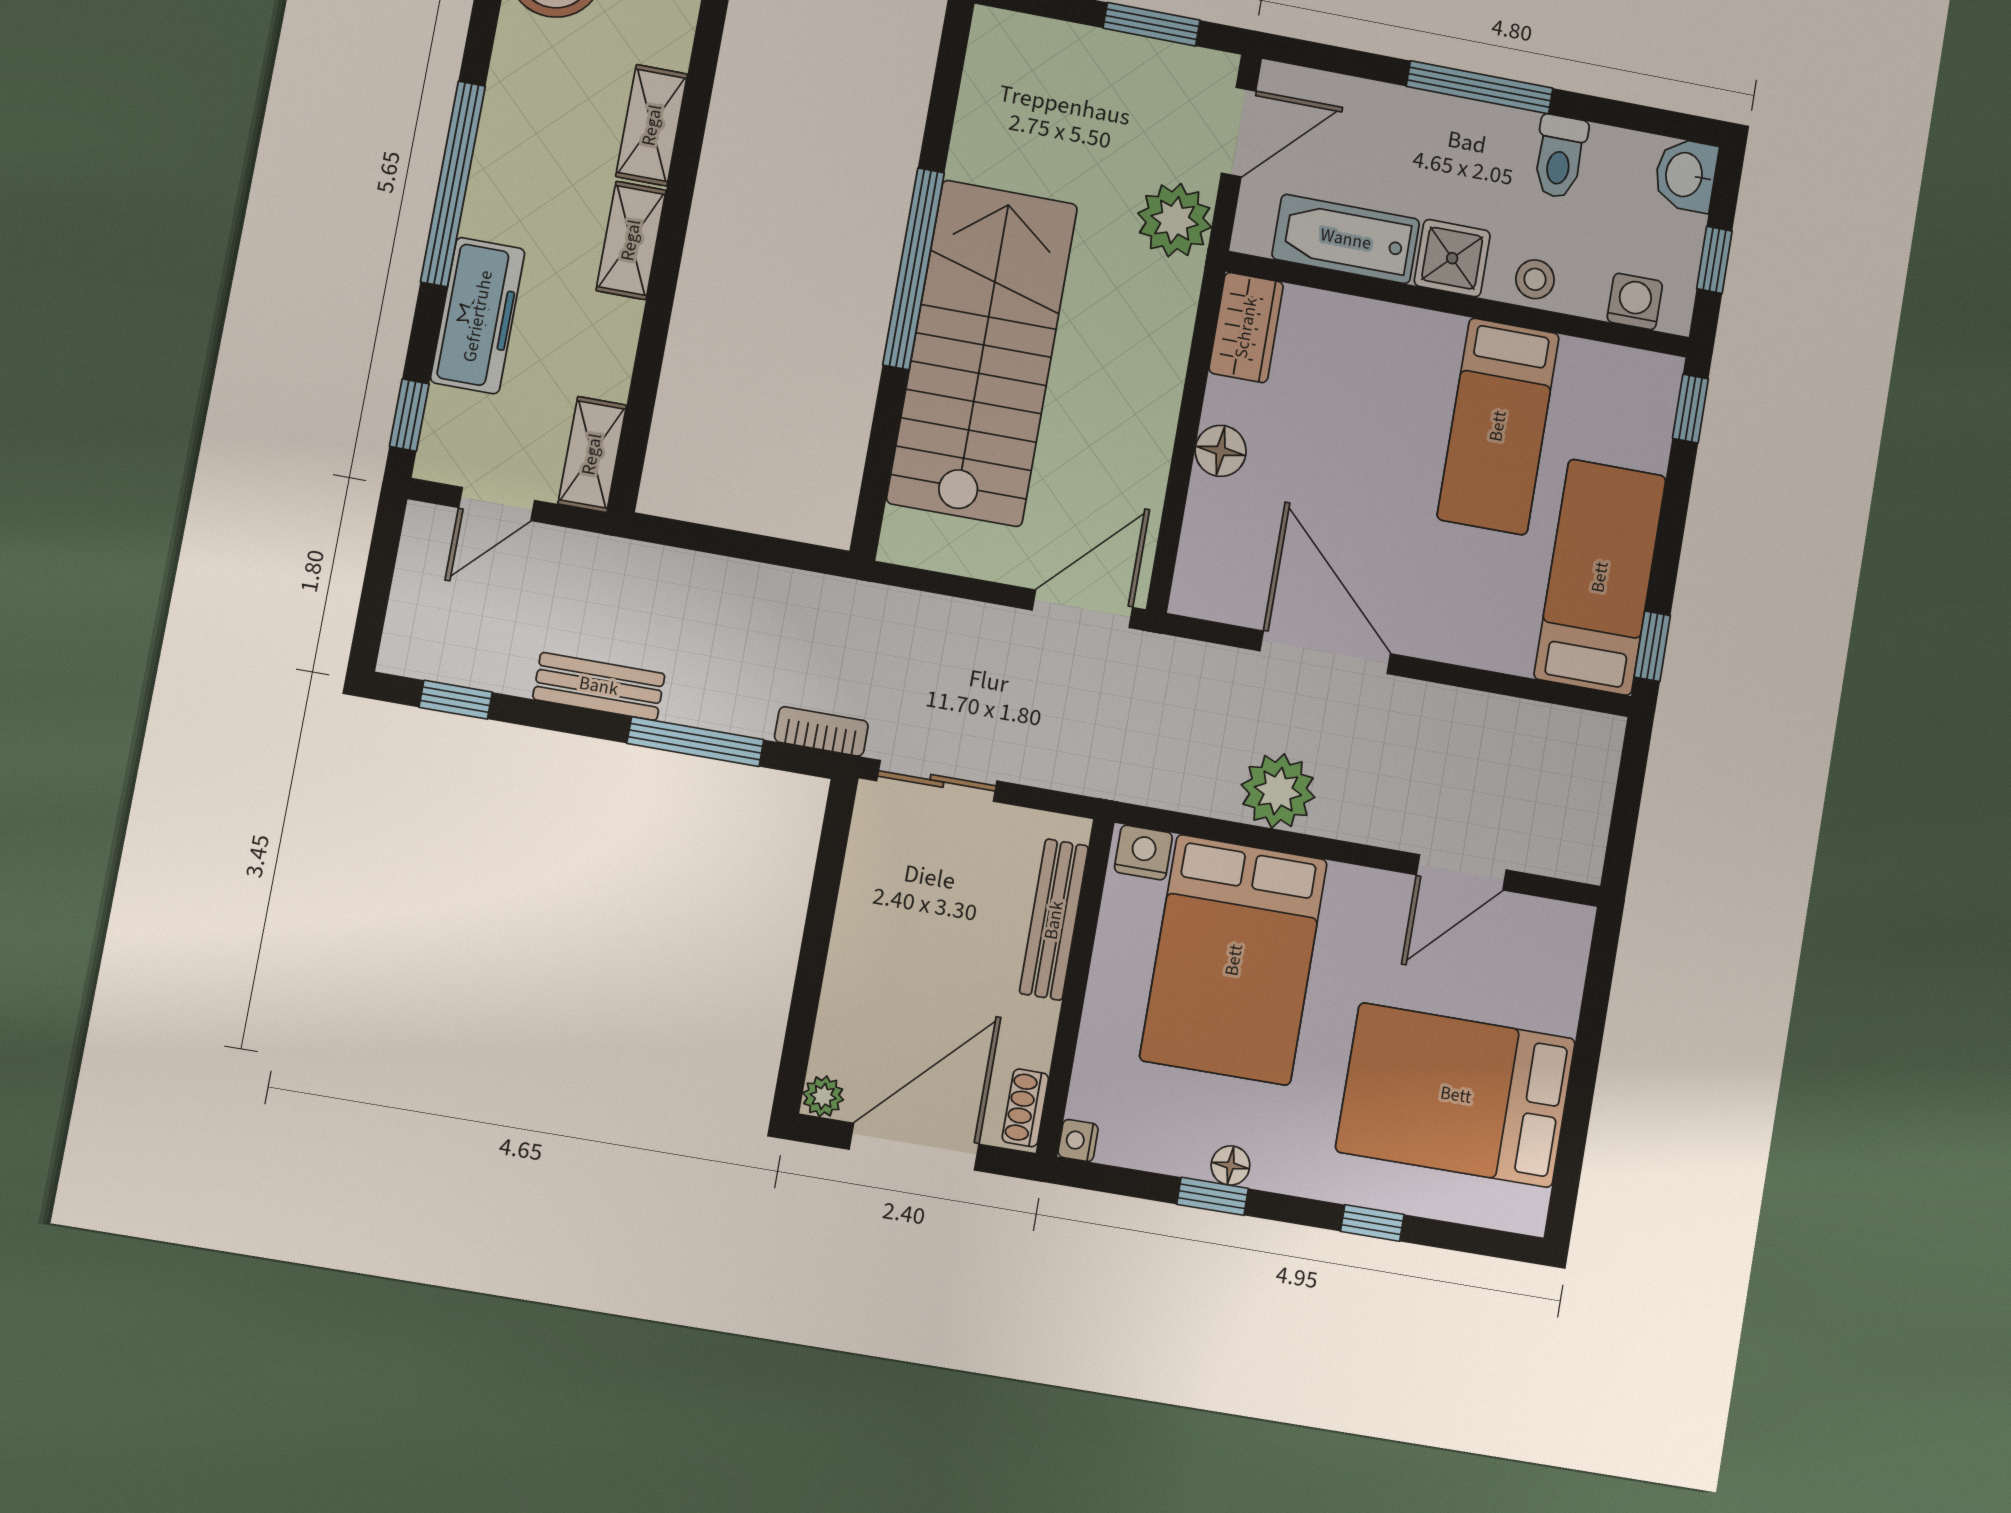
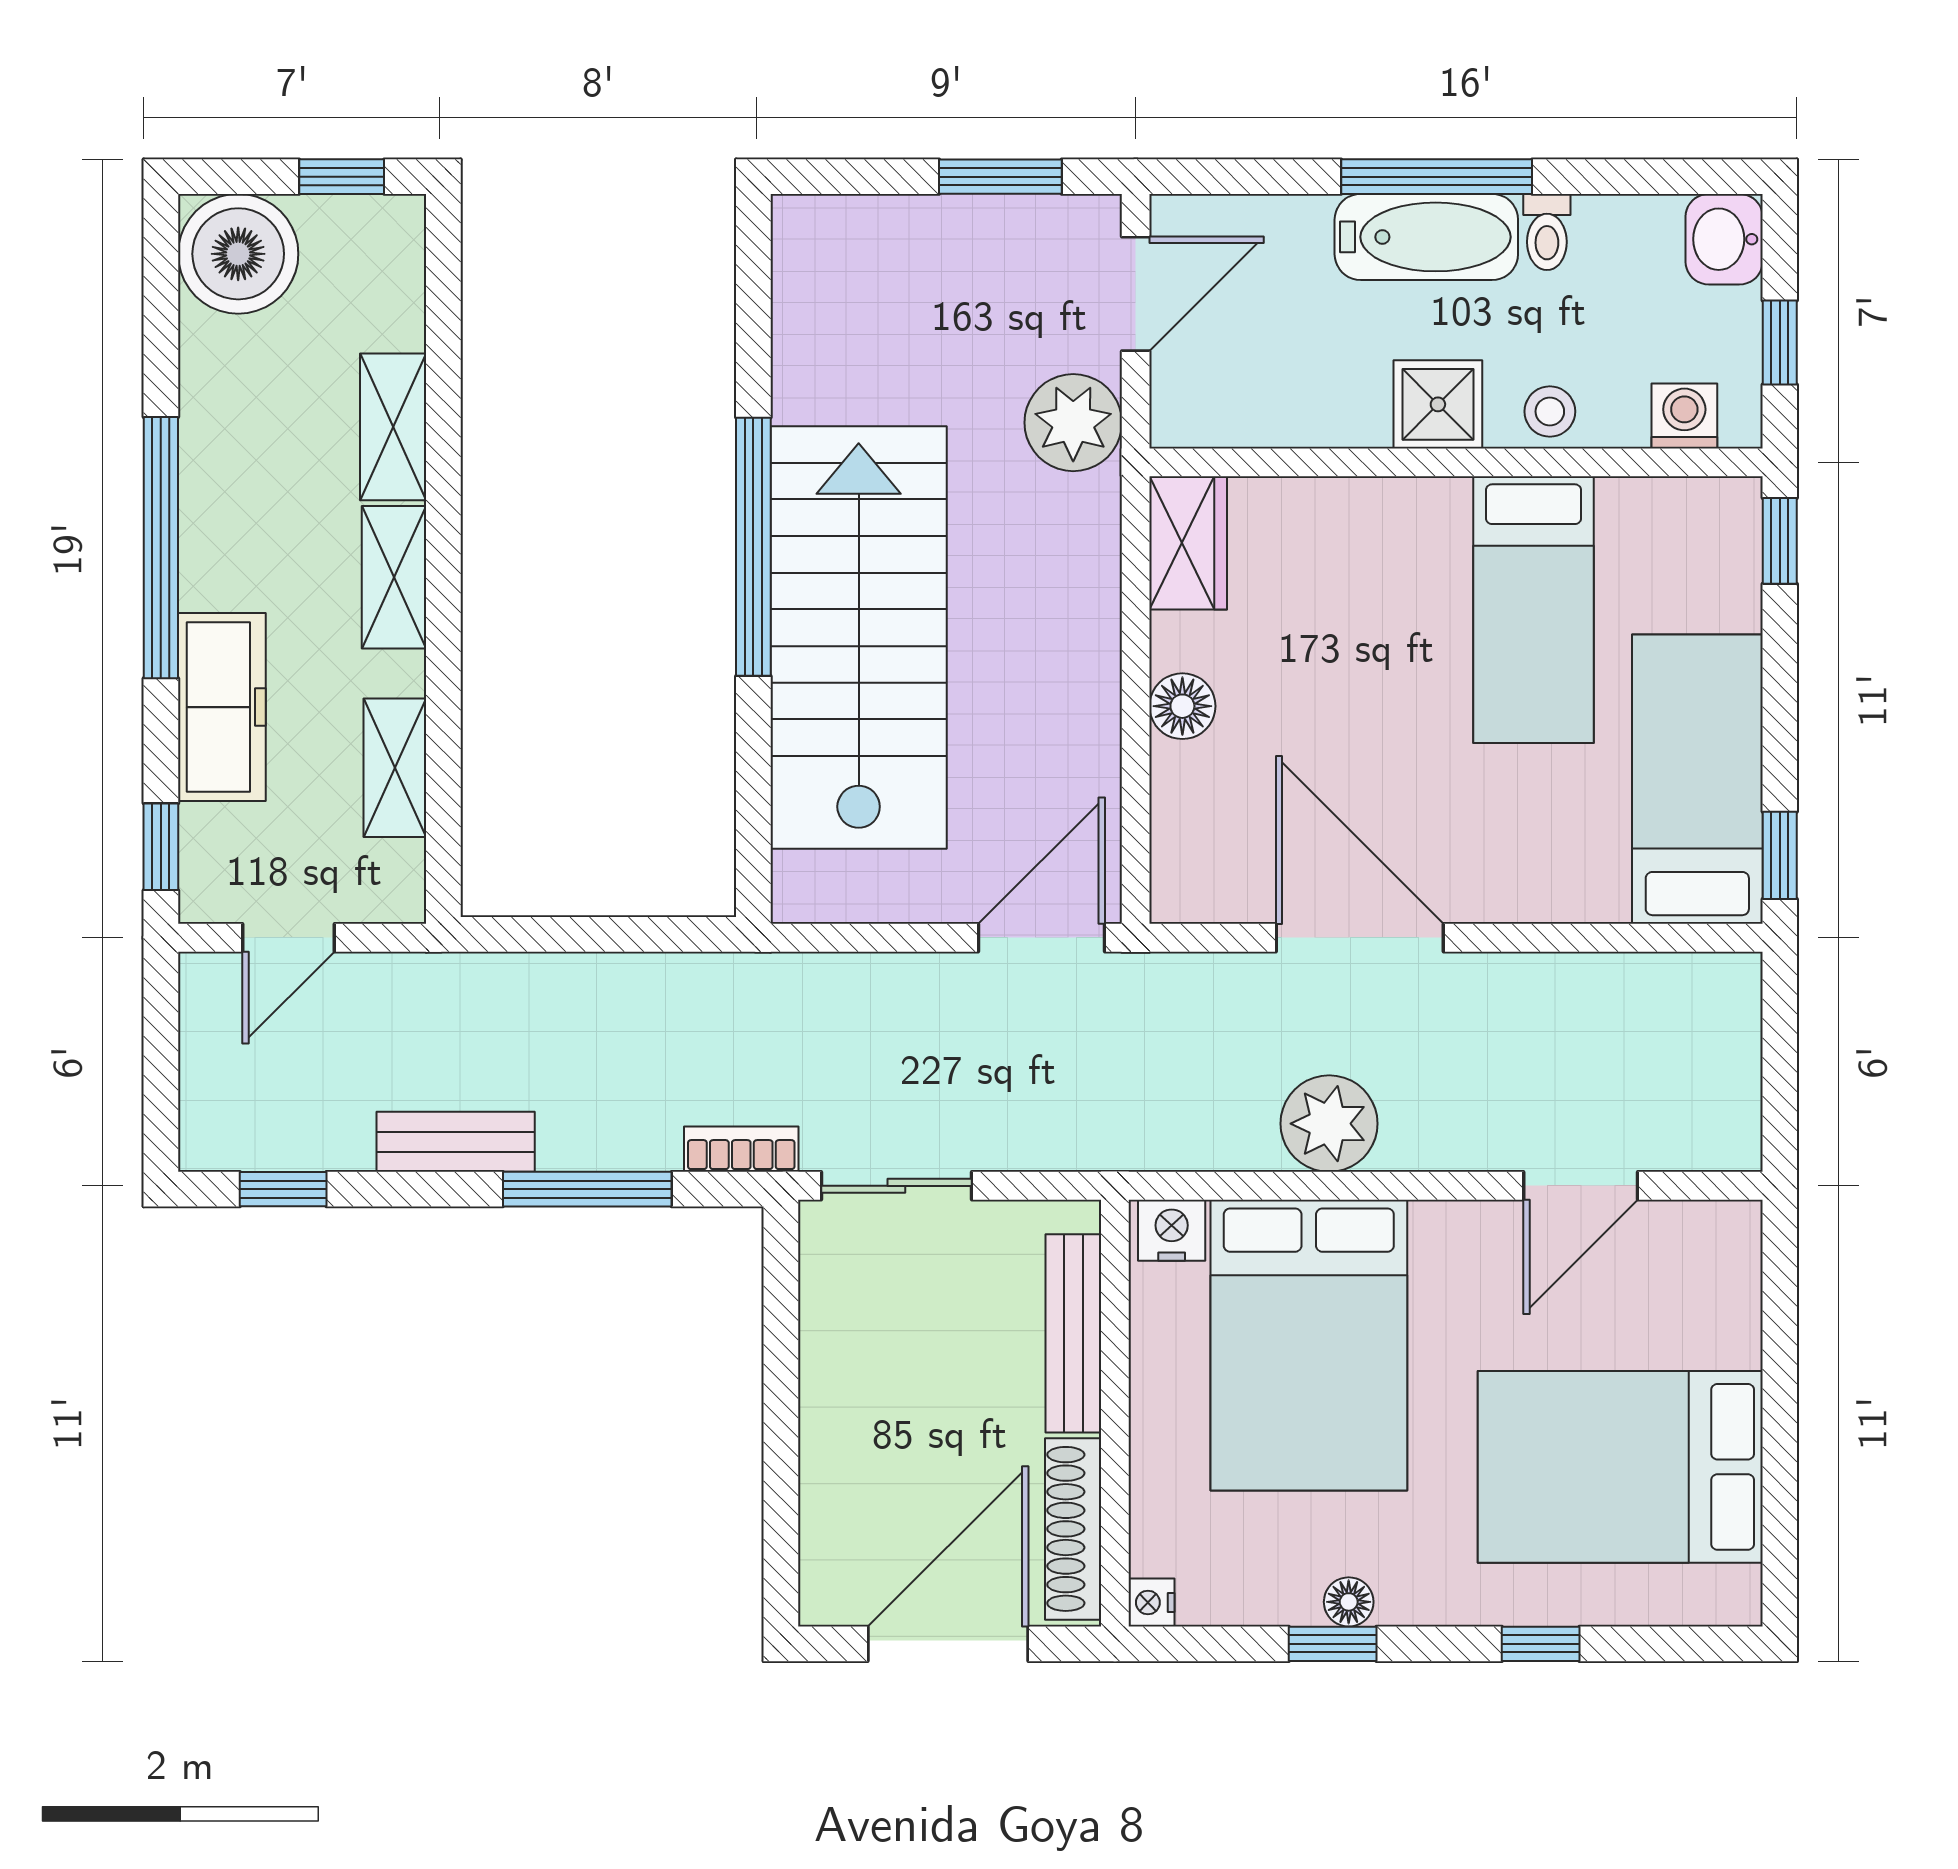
toilet: (1560, 157) -> (1547, 232), width x0.73, depth x0.72
bathtub: (1346, 239) -> (1426, 237), moved, turned 180
shelving: (592, 454) -> (395, 768), moved
plant: (823, 1096) -> (824, 1601), removed
shoe rack: (1025, 1108) -> (1073, 1529), width x1.94, depth x1.24

